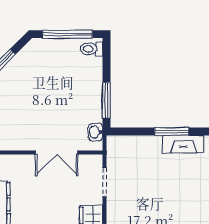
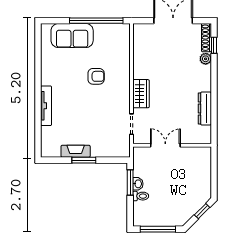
toilet: (91, 49) -> (141, 196), moved
washbasin: (95, 132) -> (138, 184), moved

